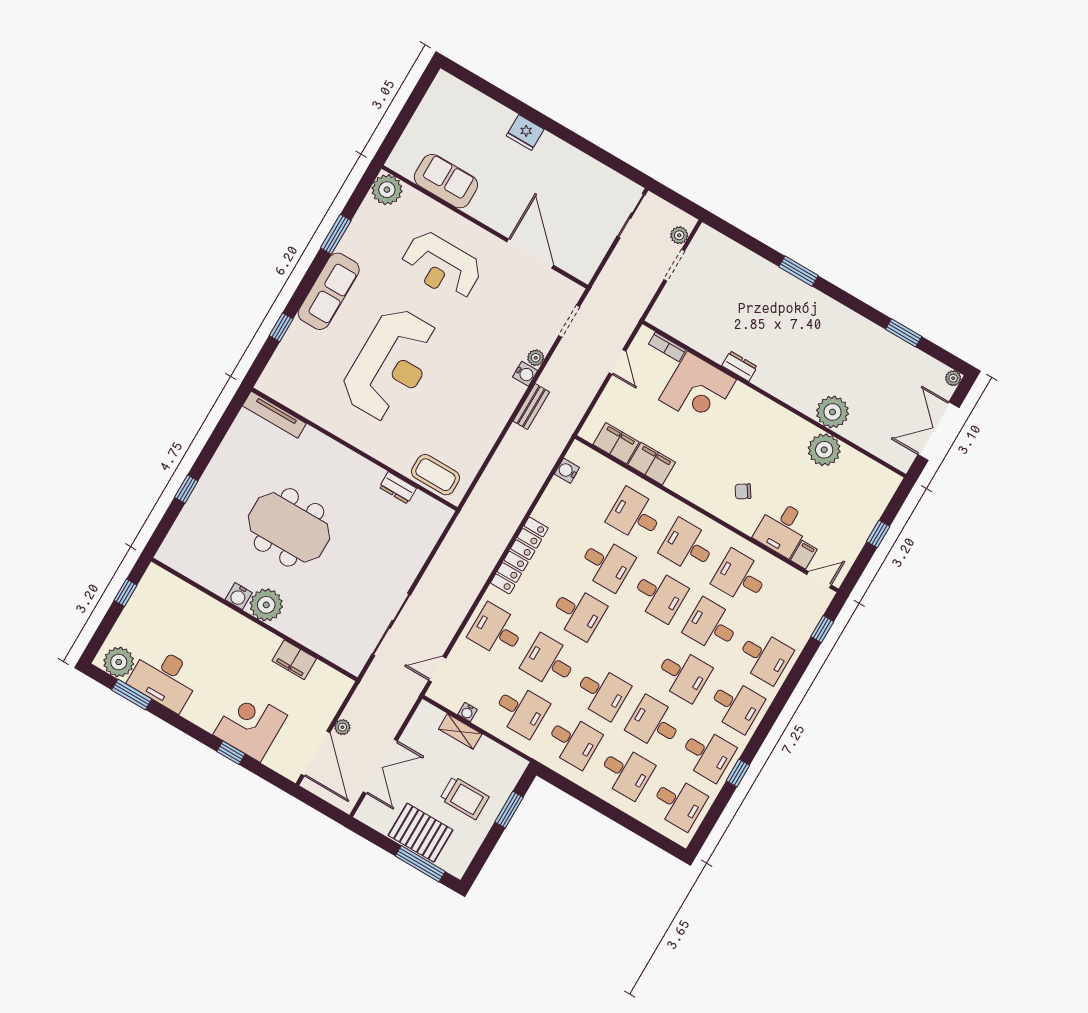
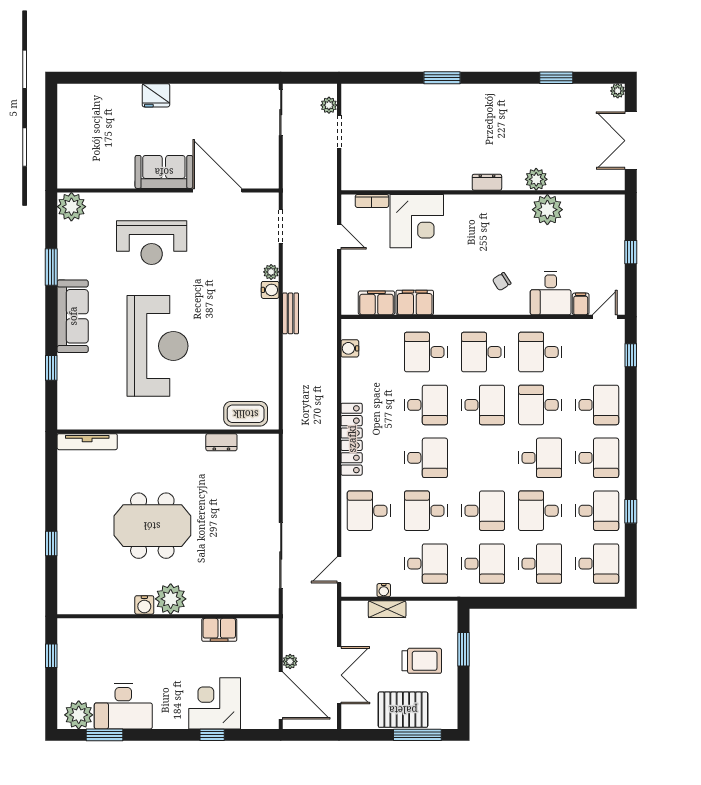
sofa: (446, 181) -> (164, 172), moved
dresser: (740, 366) -> (487, 182), moved
plant: (832, 412) -> (536, 179), width x0.73, depth x0.73

